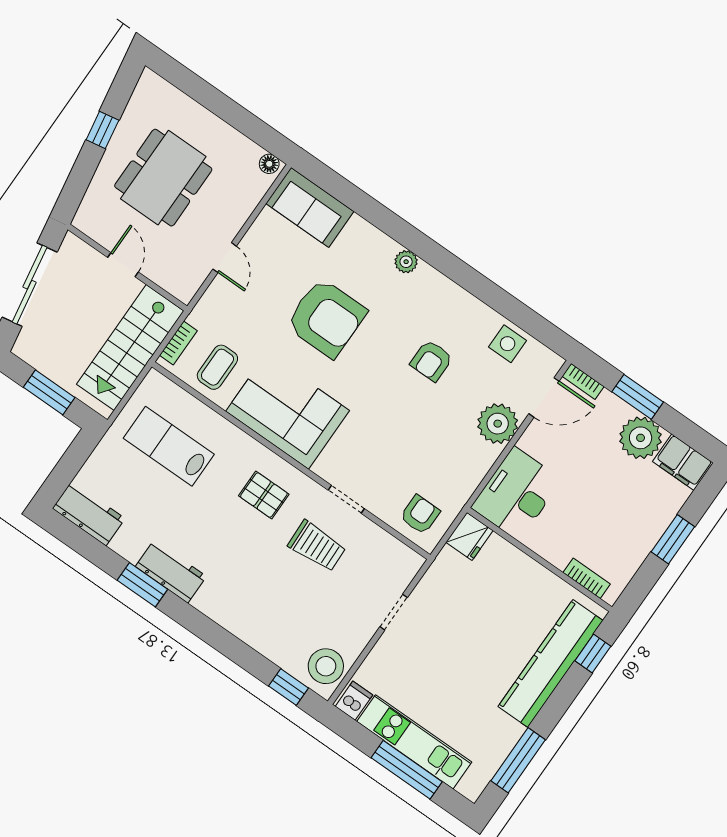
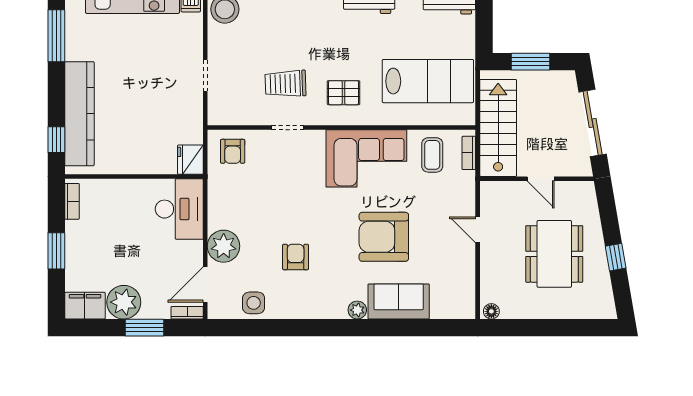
sofa: (310, 207) -> (399, 301), moved
lab bench: (169, 446) -> (428, 81), width x1.36, depth x1.39
bookcase: (587, 578) -> (72, 201), moved, turned -90

